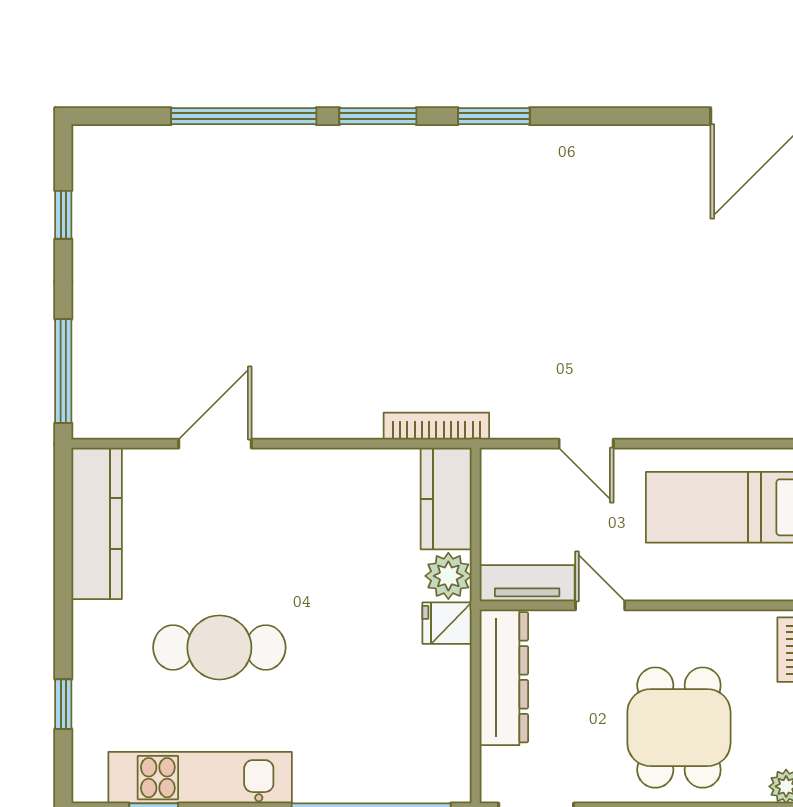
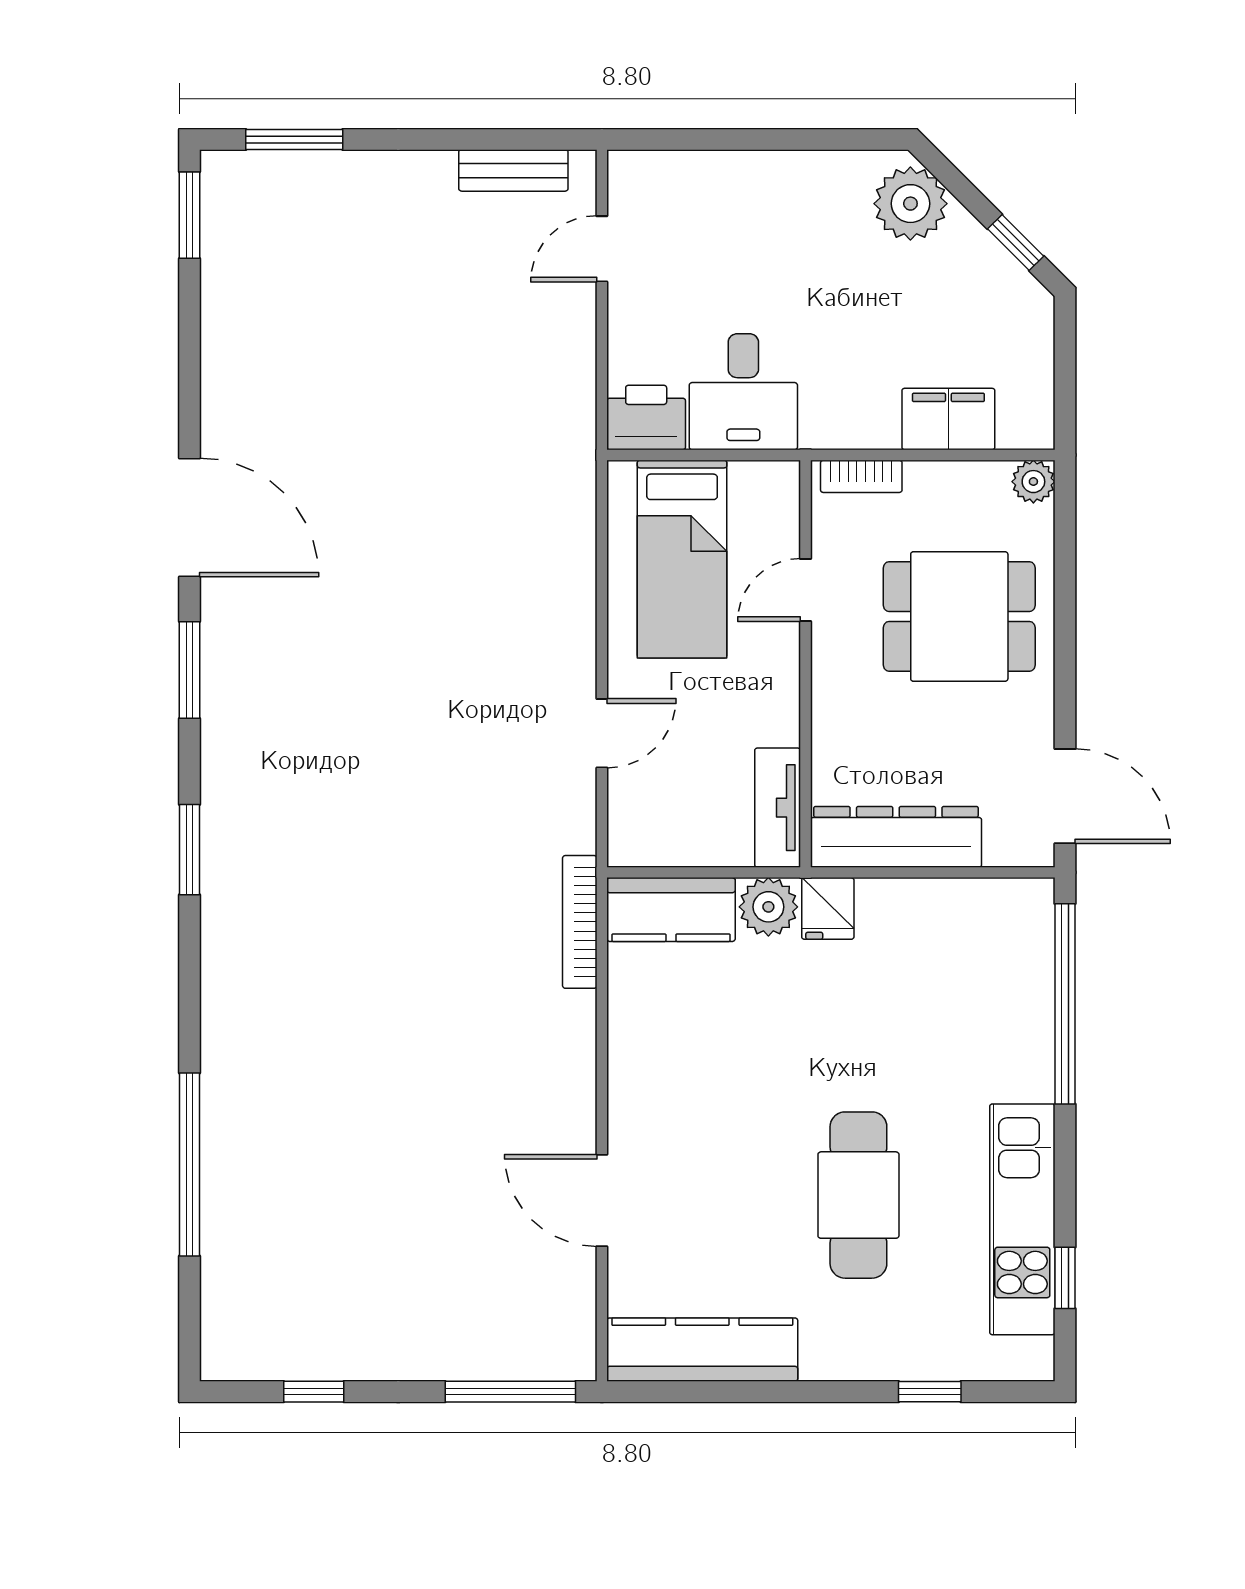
window: (378, 116) -> (190, 670), moved
door: (600, 605) -> (805, 590), moved

